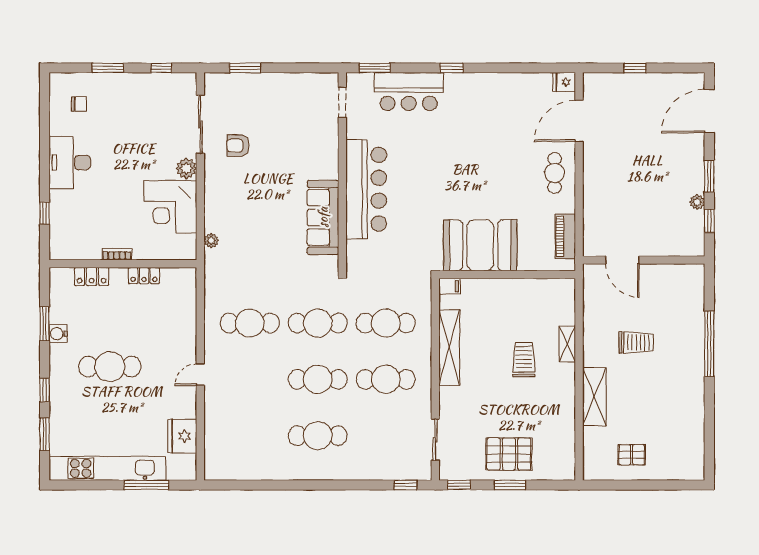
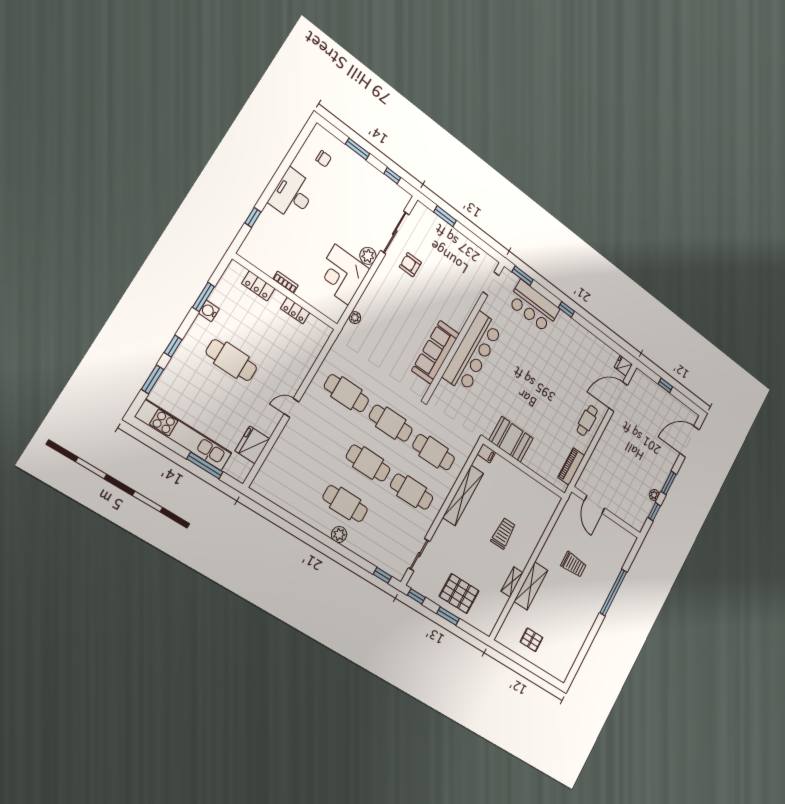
booth: (480, 245) -> (511, 439), width x0.73, depth x0.70
shelving: (567, 344) -> (512, 582), moved
plant: (330, 471) -> (339, 534), added

